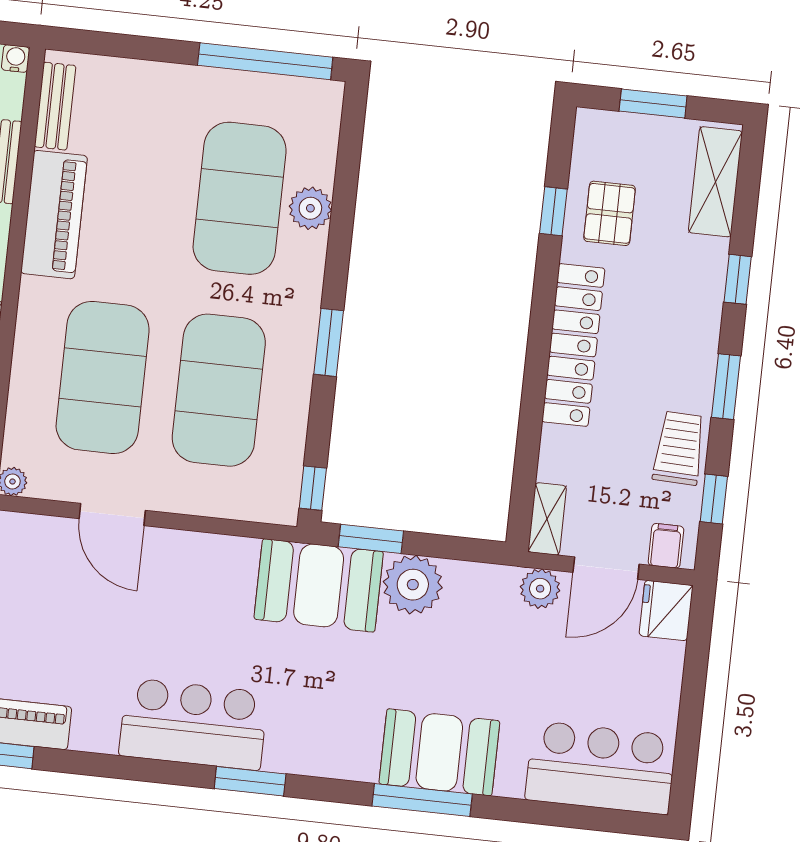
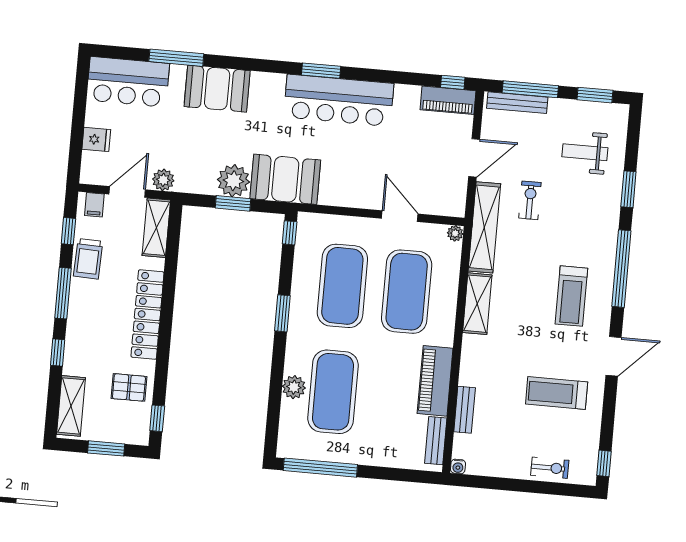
window: (553, 211) -> (157, 418), moved
pallet: (610, 213) -> (129, 387), turned 90
window: (726, 387) -> (63, 293), width x1.44
shelving: (547, 519) -> (156, 228), width x1.50, depth x1.33
window: (371, 539) -> (233, 203), moved
fridge: (666, 610) -> (96, 139), moved, width x0.72
bar counter: (193, 724) -> (339, 100), width x1.36
window: (422, 800) -> (176, 58), moved

